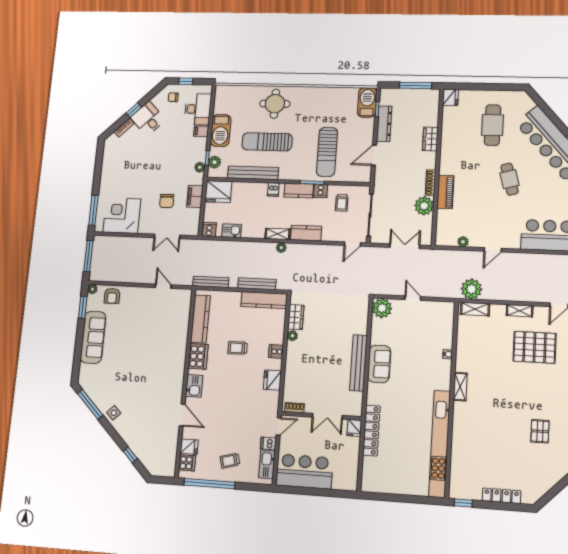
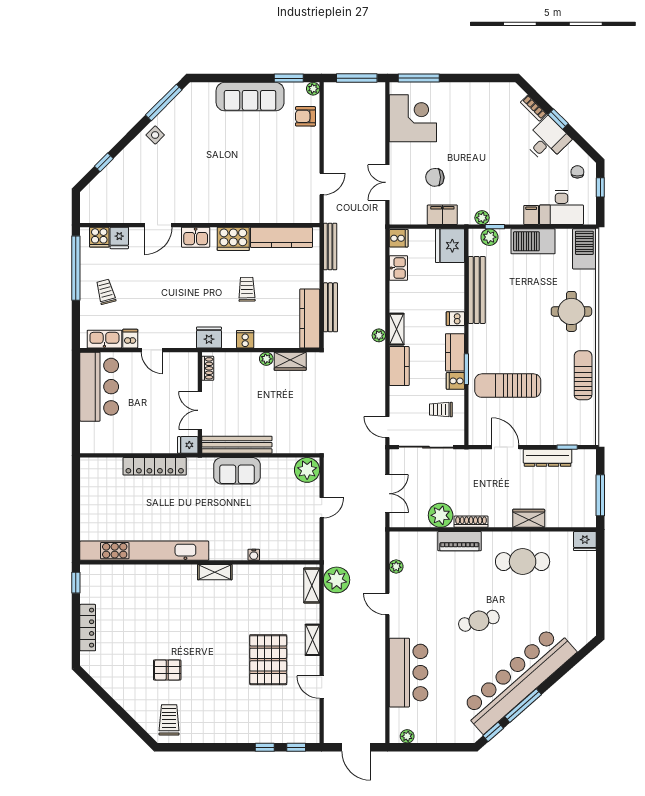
barbecue: (367, 102) -> (584, 249), moved, turned -90
cafe table: (493, 125) -> (523, 562), moved
sun lounger: (267, 142) -> (583, 375), moved, width x0.73, depth x0.75
shoe rack: (294, 408) -> (208, 368), moved
wall: (321, 416) -> (200, 403), moved
double door: (327, 416) -> (200, 410), moved
fridge: (354, 428) -> (188, 445), moved

